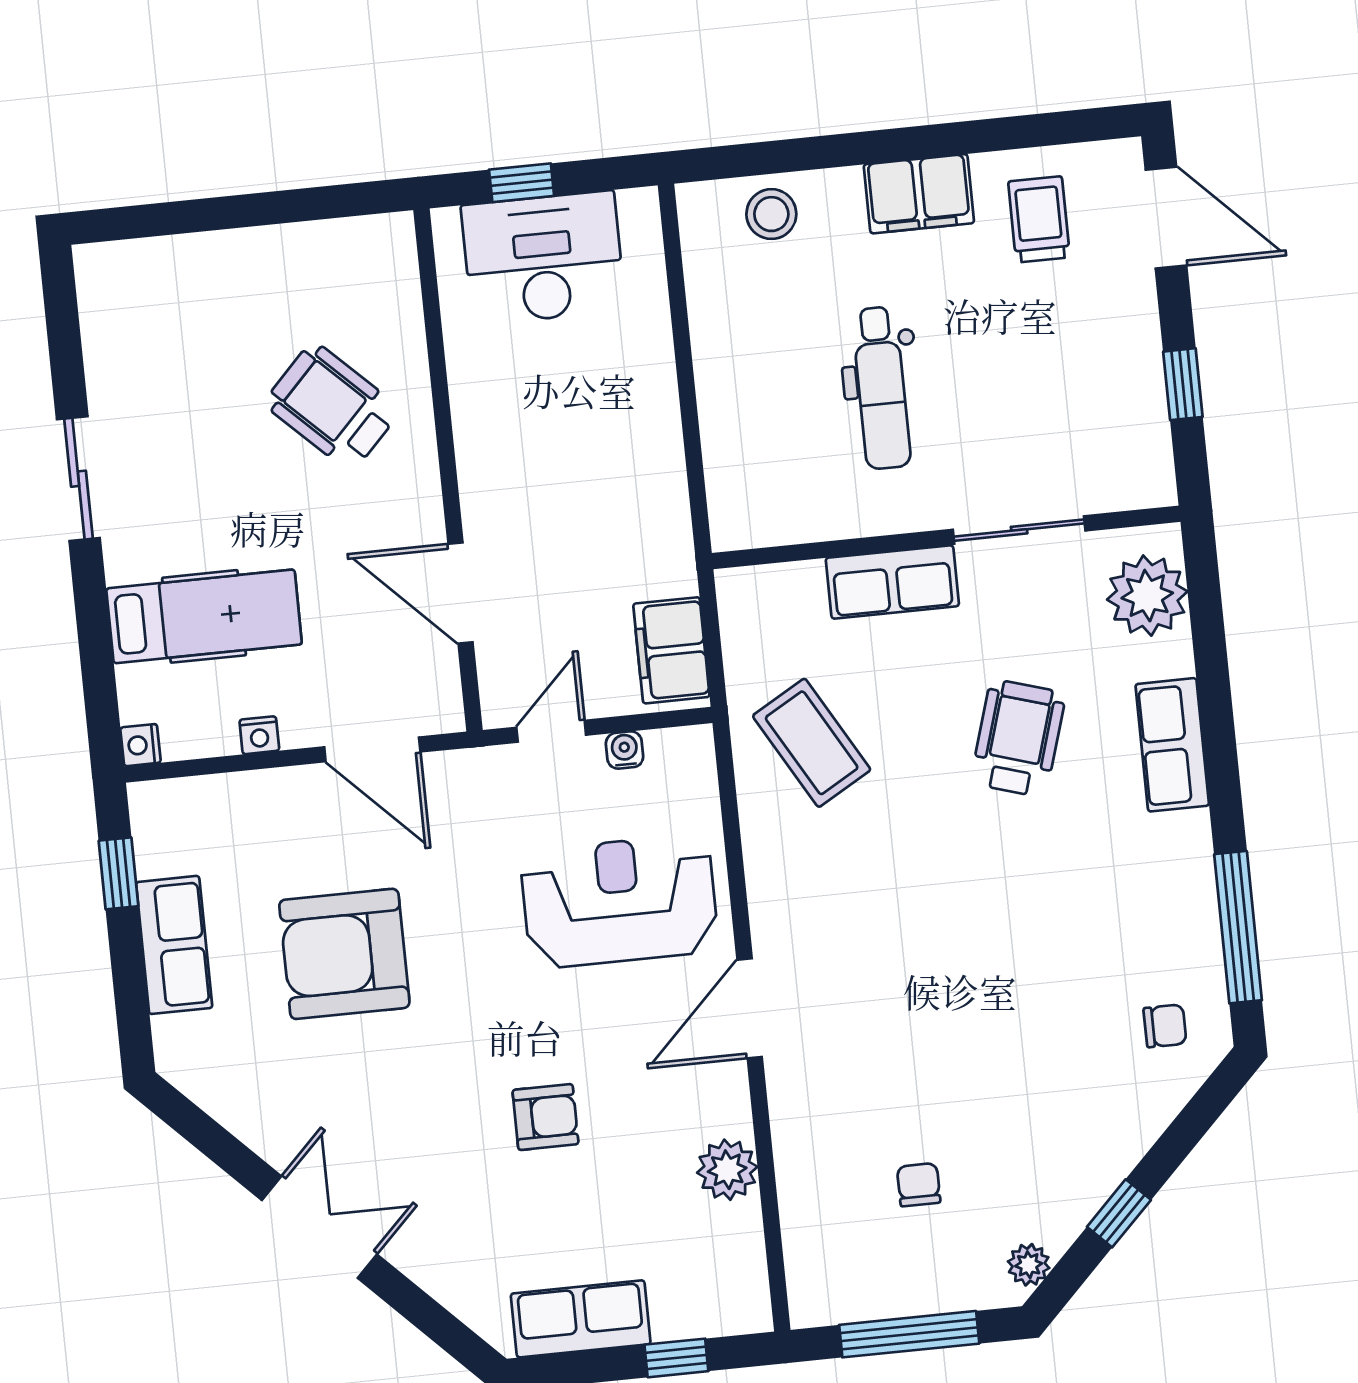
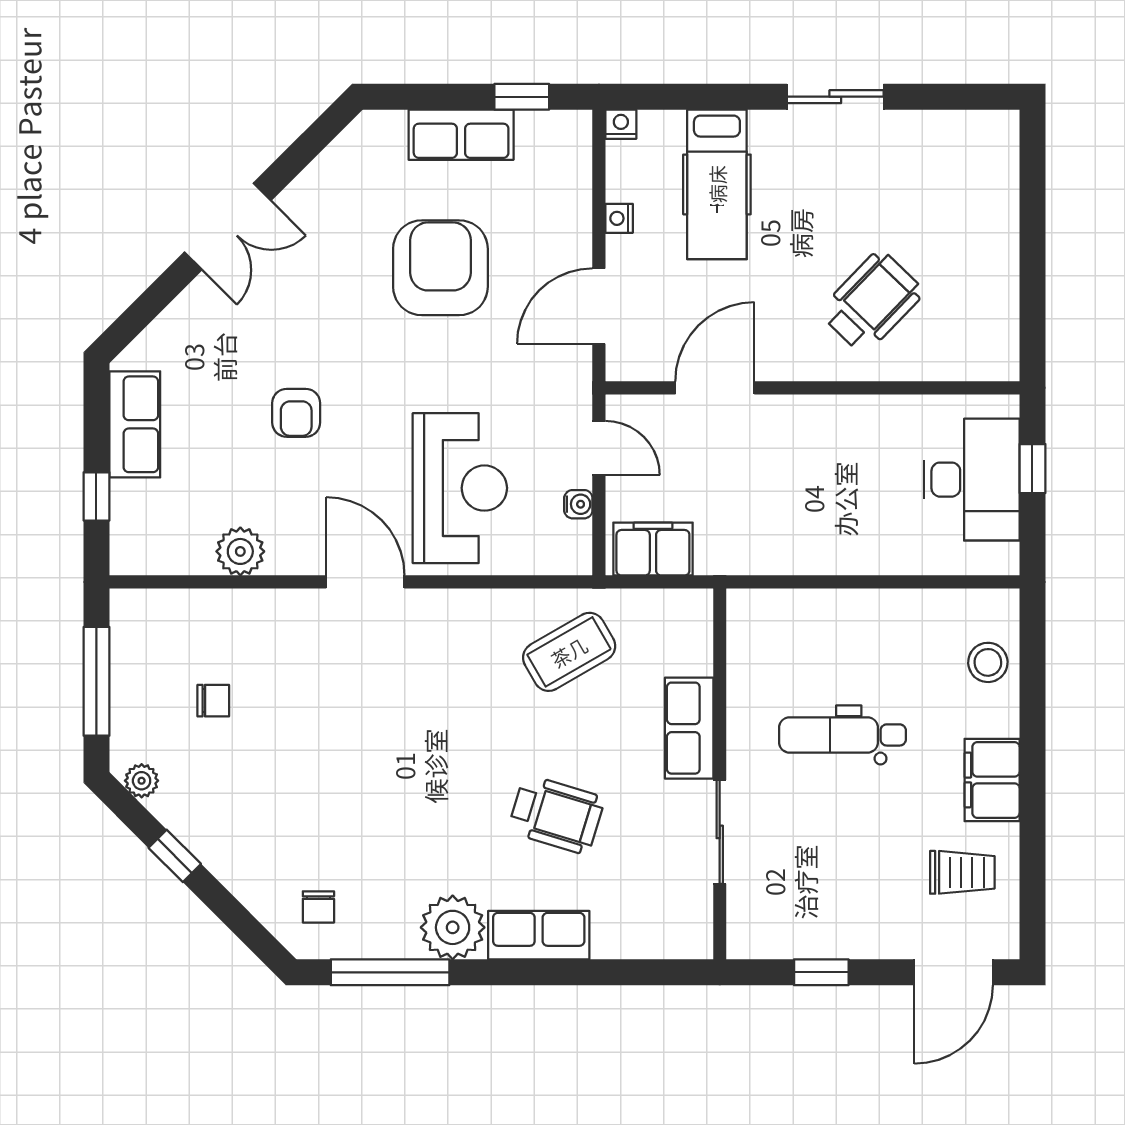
plant: (1147, 596) -> (453, 927), moved

